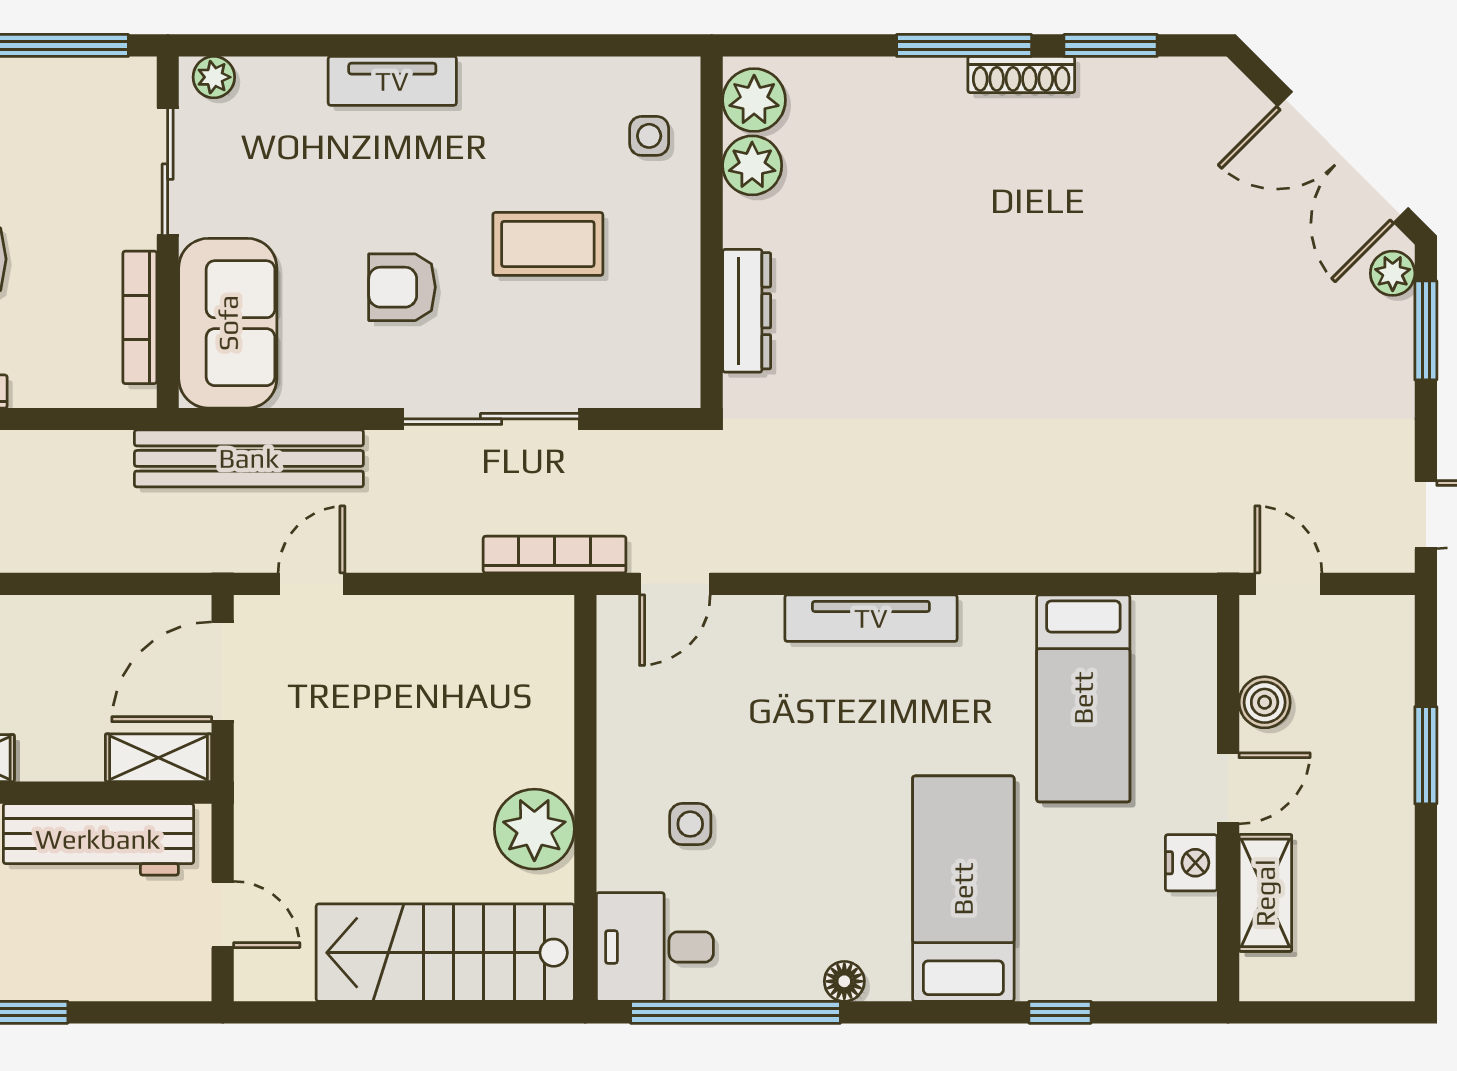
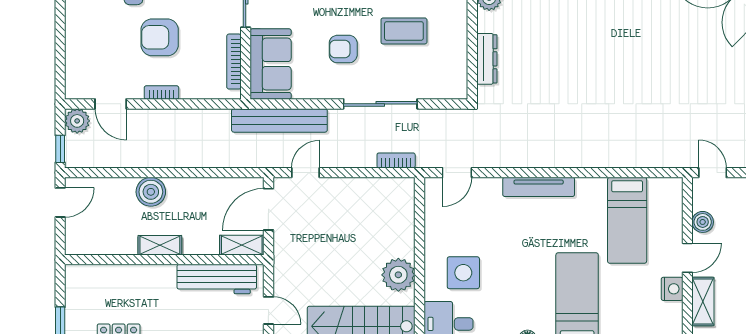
bookcase: (555, 555) -> (396, 160), width x0.64
side table: (690, 824) -> (463, 273), width x1.87, depth x1.87

